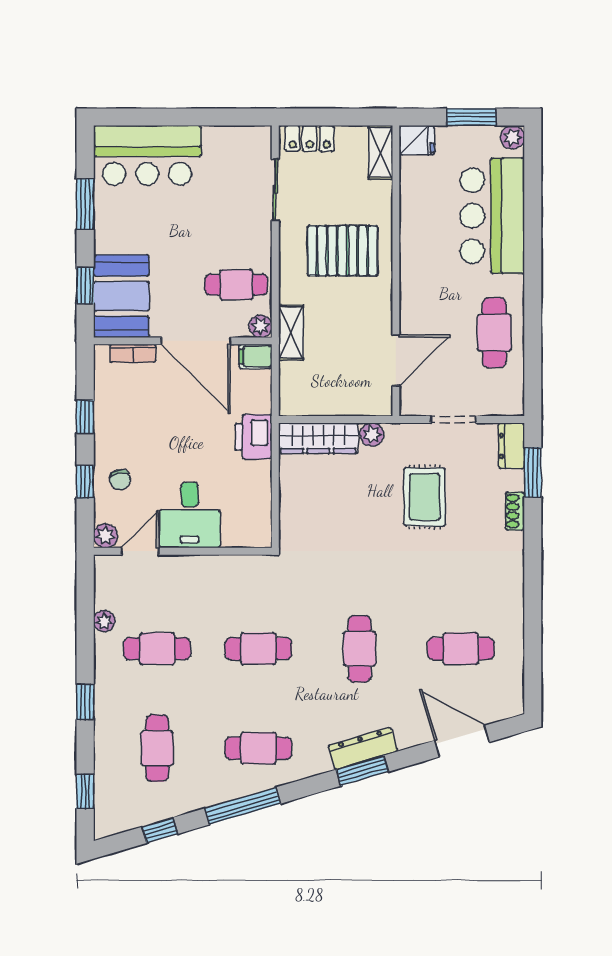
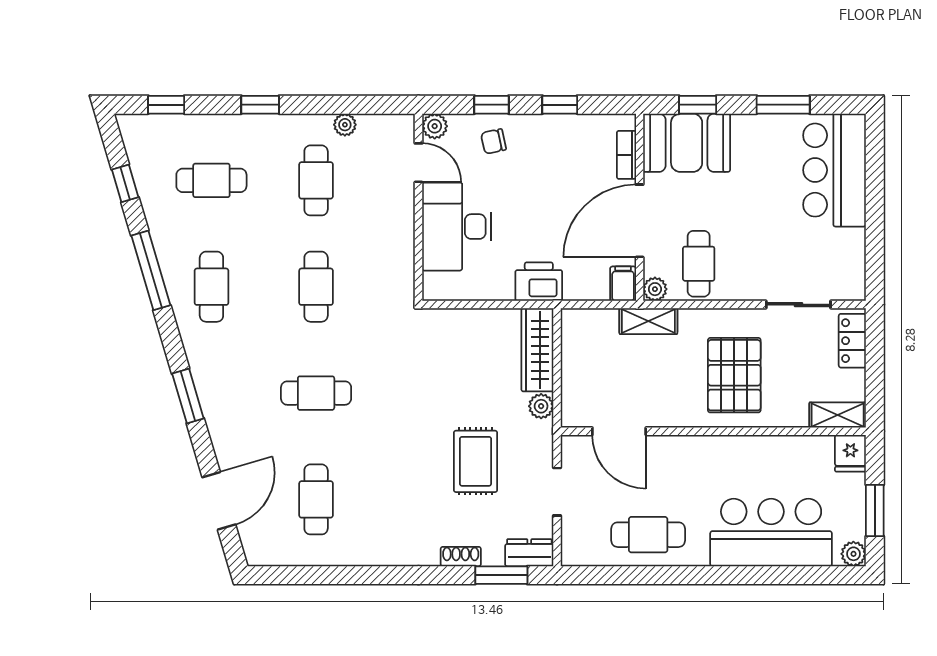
rug: (425, 497) -> (476, 461), turned 90
desk: (190, 515) -> (457, 227), width x1.37
dresser: (363, 748) -> (211, 397), removed

